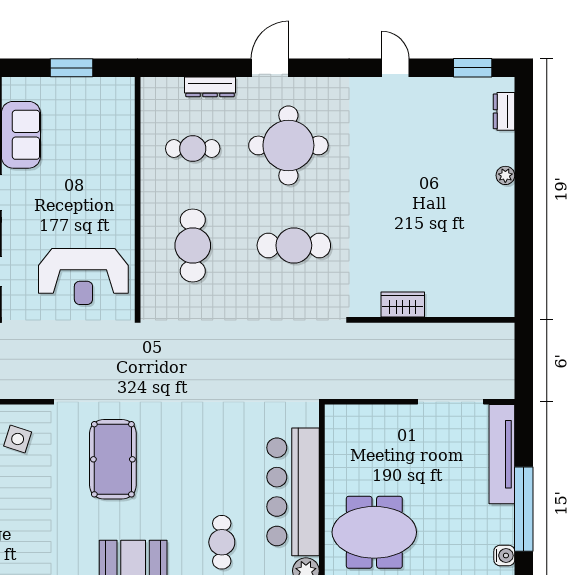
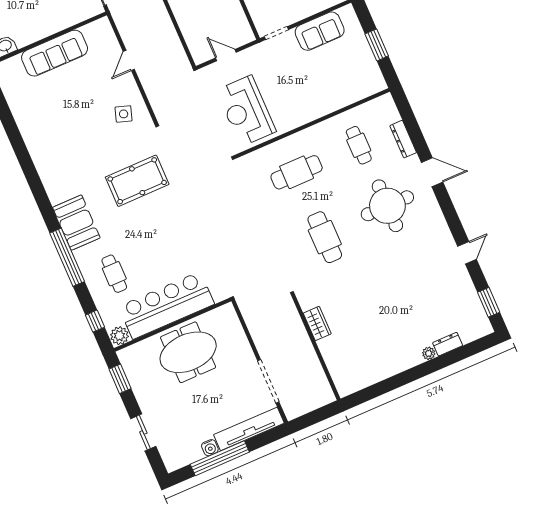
dresser: (504, 111) -> (448, 344), moved
meeting table: (374, 532) -> (188, 352), moved, turned 90
cafe table: (222, 542) -> (114, 274), turned 90
water cooler: (504, 556) -> (210, 448), moved

